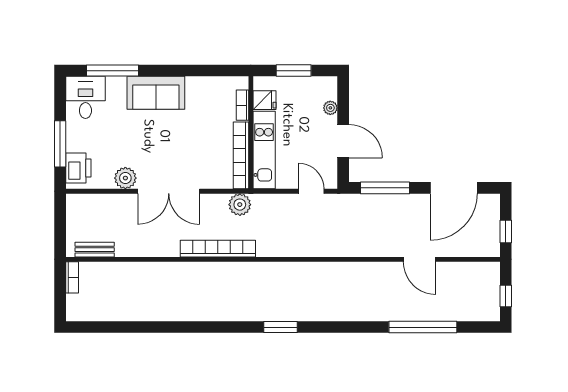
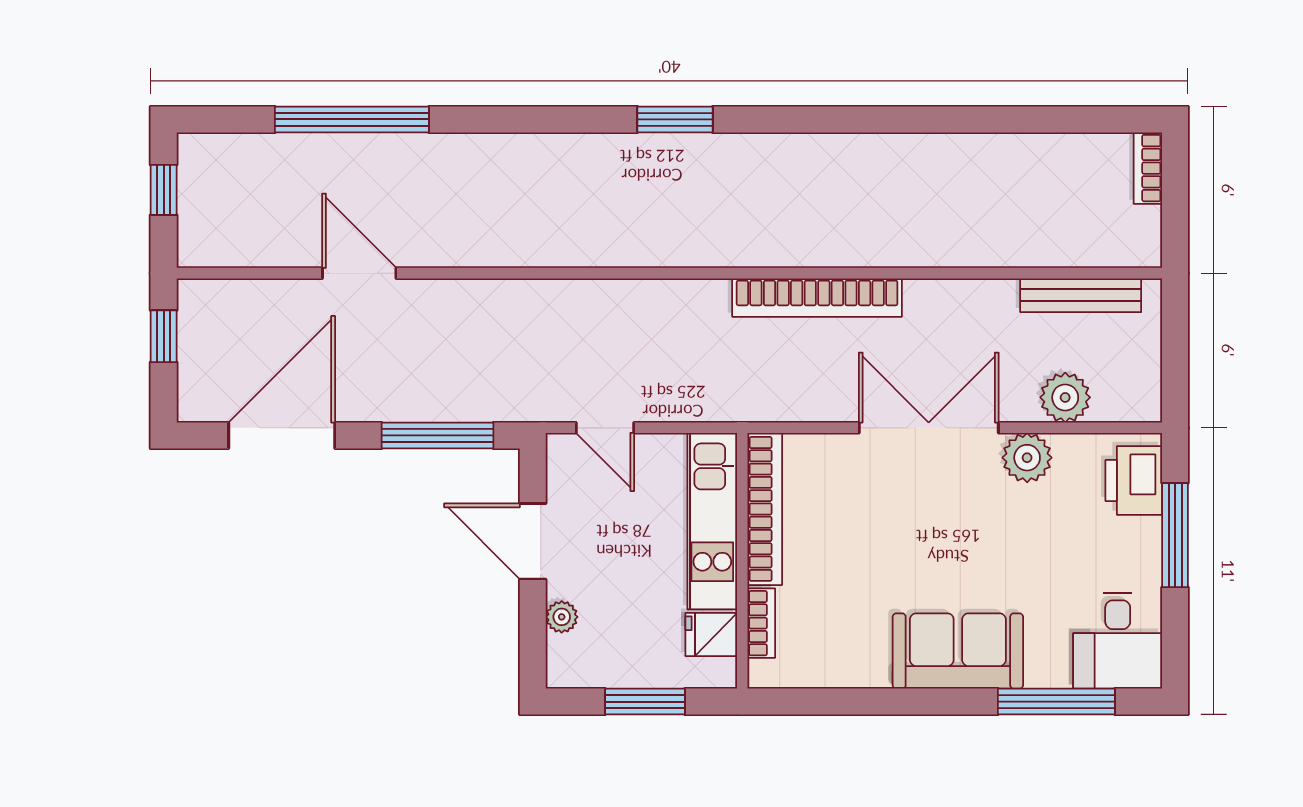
plant: (240, 205) -> (1065, 397), moved
bench: (95, 250) -> (1081, 295), width x1.36
bookcase: (72, 277) -> (1148, 168), moved

